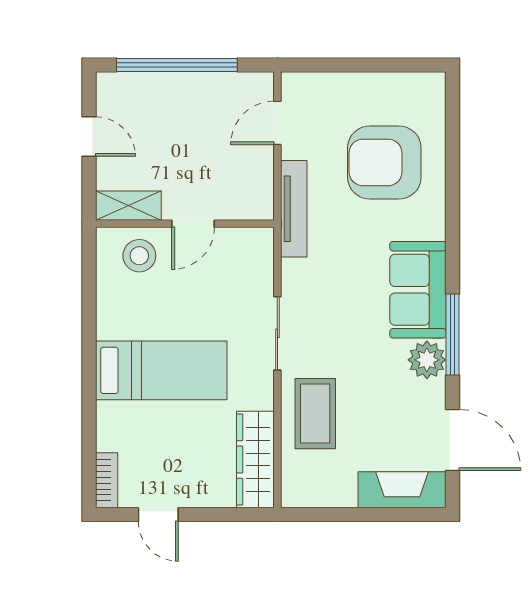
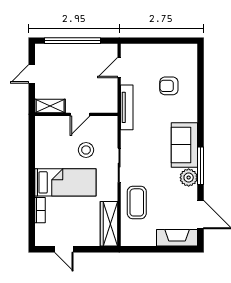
door: (89, 137) -> (32, 74), swing flipped
armchair: (384, 162) -> (169, 86), width x0.53, depth x0.53
stool: (139, 256) -> (86, 150), moved
bookcase: (107, 480) -> (40, 210), moved

